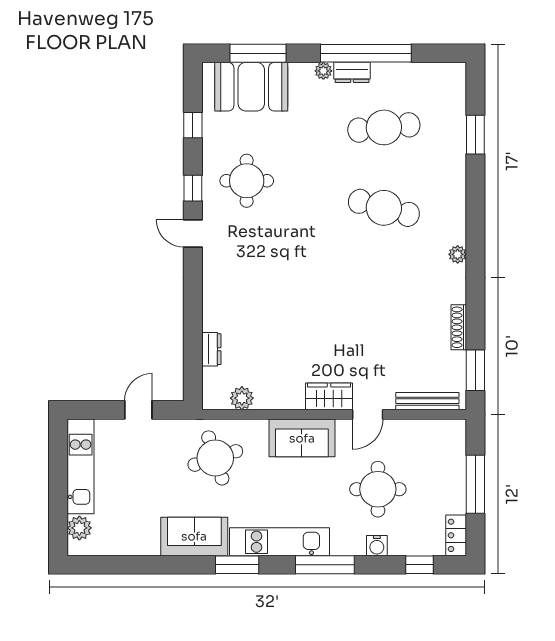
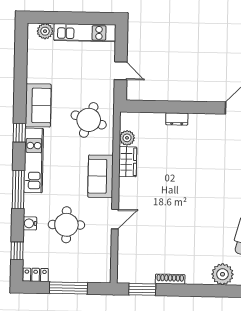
plant: (458, 254) -> (223, 274), width x1.88, depth x1.88
dresser: (211, 349) -> (177, 119), moved
wardrobe: (329, 396) -> (128, 162), moved
bench: (427, 401) -> (123, 258), removed
door: (368, 414) -> (115, 219), swing flipped
round table: (215, 458) -> (89, 120), turned 37
window: (237, 565) -> (19, 133), width x0.67

